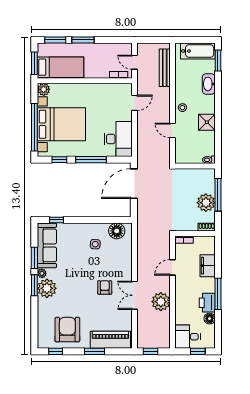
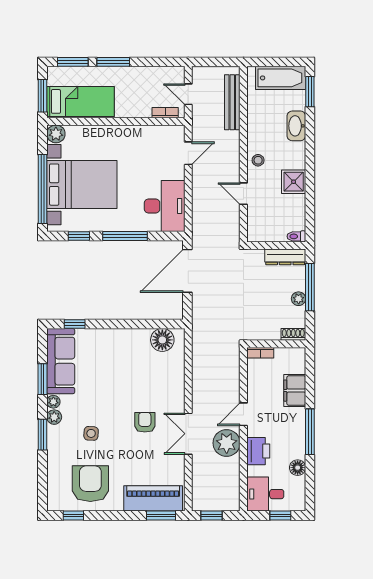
dresser: (201, 174) -> (285, 257), added
plant: (206, 203) -> (299, 299), width x0.53, depth x0.53
side table: (95, 244) -> (91, 433), moved
door: (172, 267) -> (243, 414), moved
window: (34, 285) -> (42, 435), moved
plant: (47, 288) -> (54, 417), width x0.53, depth x0.53
printer: (207, 303) -> (258, 451), moved, turned 180
window: (94, 351) -> (161, 515), moved

